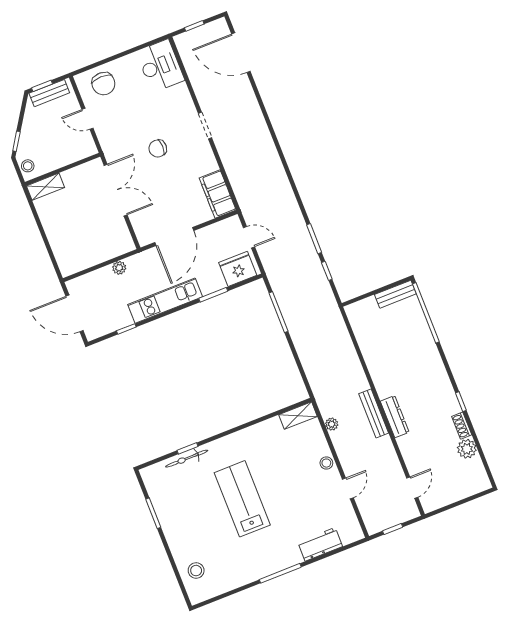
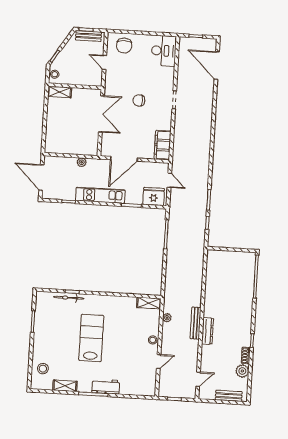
bench: (395, 294) -> (229, 396), moved
workbench: (320, 544) -> (106, 387), moved
shelving: (237, 580) -> (65, 386), added

